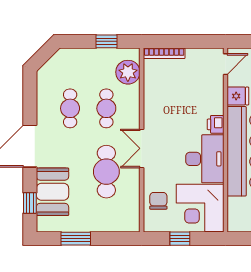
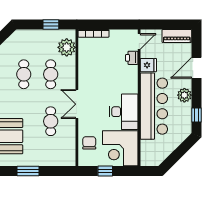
printer: (216, 124) -> (132, 58), moved
cafe table: (106, 172) -> (51, 121), width x0.73, depth x0.74

